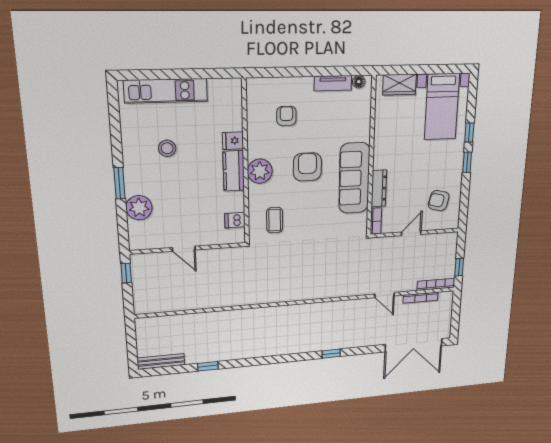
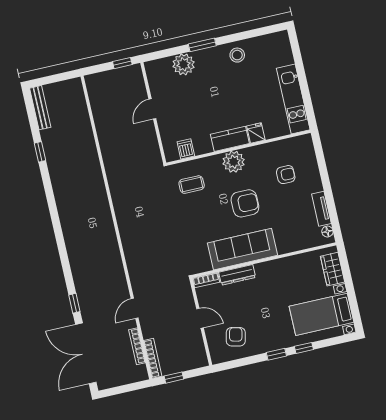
kitchen unit: (166, 91) -> (293, 99), moved
stool: (167, 148) -> (237, 55), moved
window: (331, 354) -> (74, 303), moved

